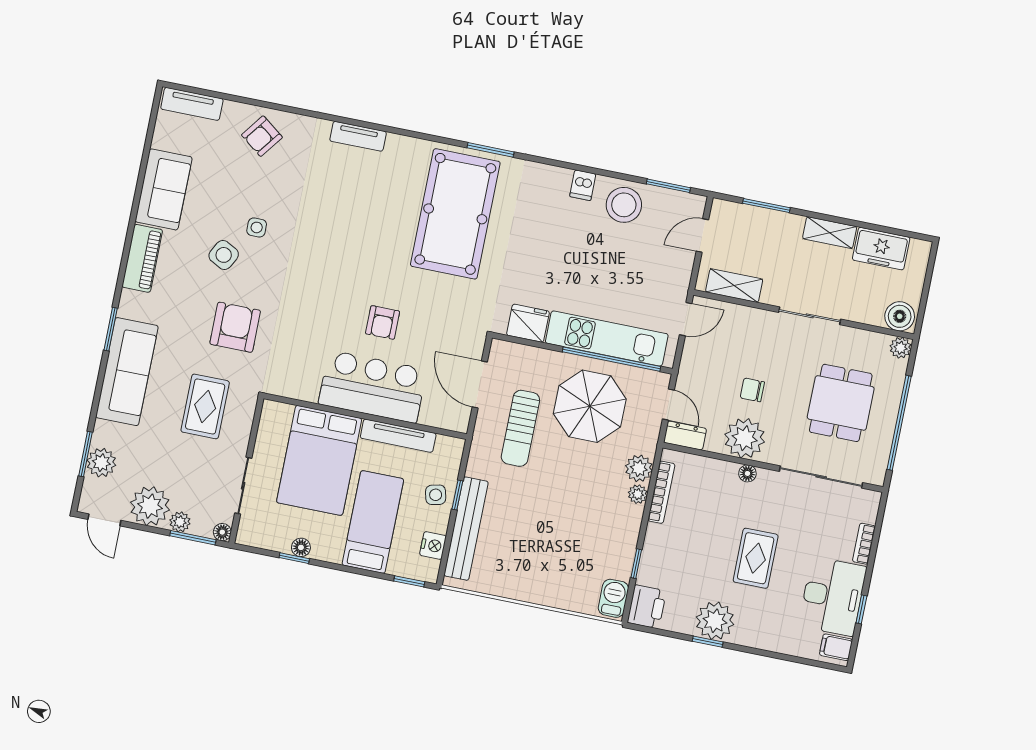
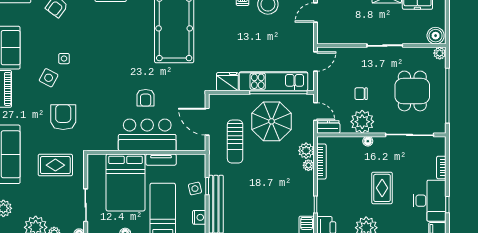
shelving: (734, 286) -> (339, 37), removed
rug: (205, 406) -> (55, 165), turned 90
tv unit: (398, 436) -> (161, 160), width x0.71

